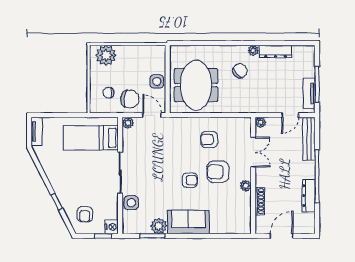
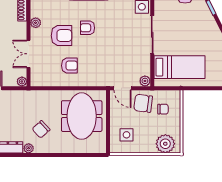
side table: (157, 81) -> (127, 135), moved

